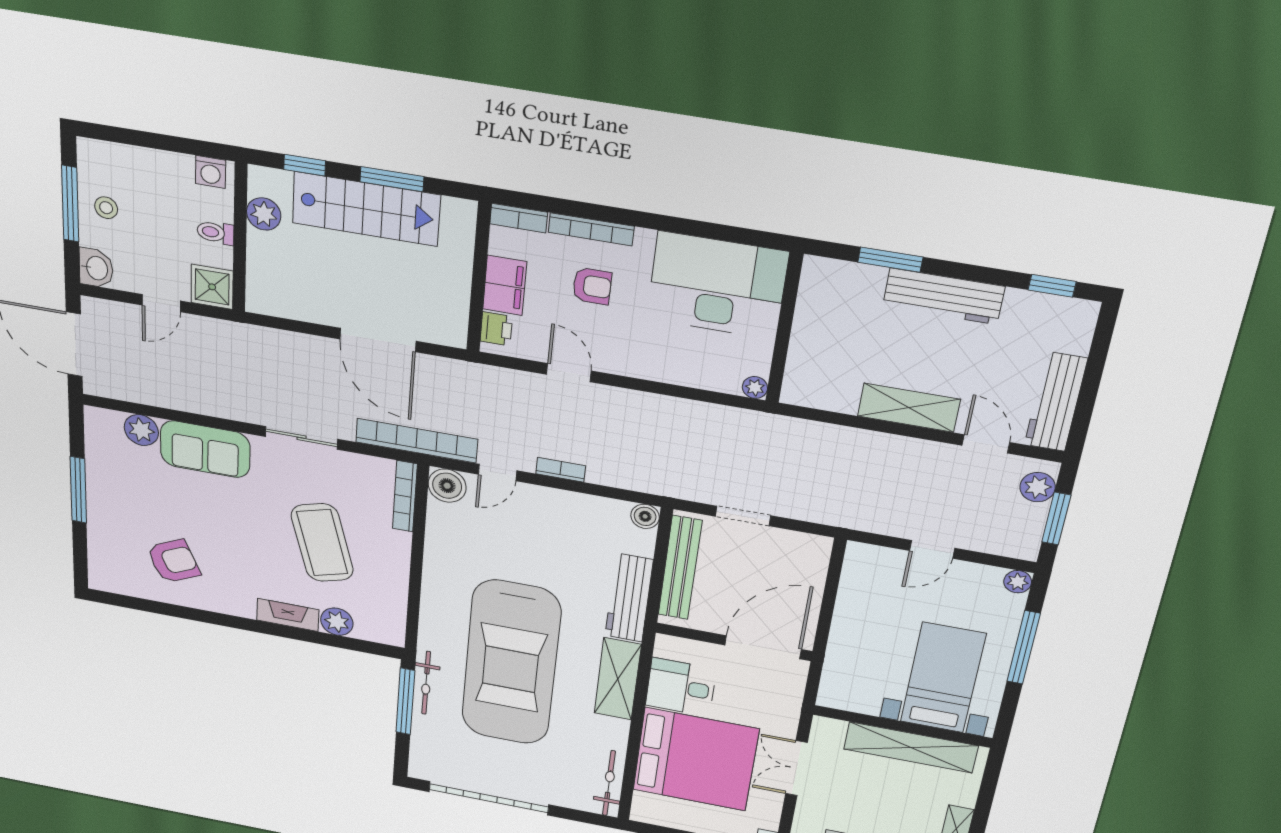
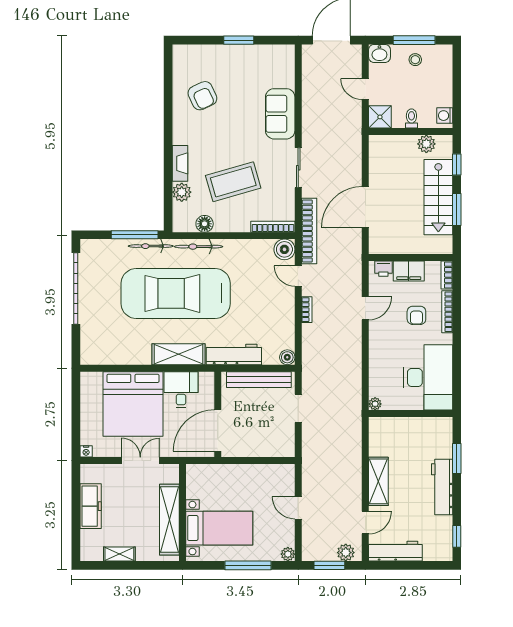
plant: (141, 430) -> (285, 77), removed
window: (78, 490) -> (239, 40), width x0.69
floor lamp: (393, 599) -> (205, 224), added
door: (763, 647) -> (218, 430), swing flipped
bicycle: (609, 783) -> (199, 247), moved, turned 180

